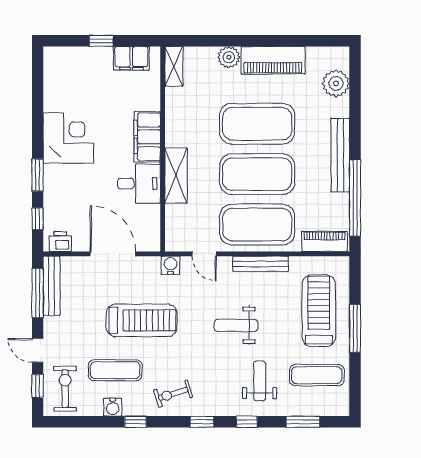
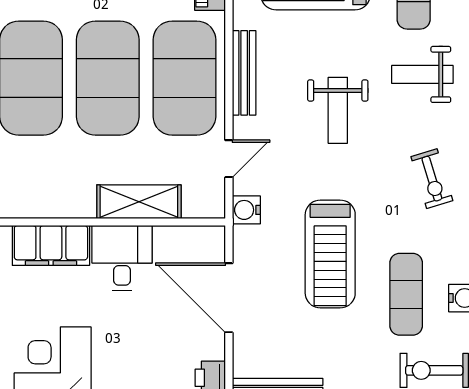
shelving: (176, 176) -> (139, 202), moved
door: (113, 254) -> (229, 298), hinge flipped
treadmill: (142, 320) -> (330, 254), turned 180
exercise bike: (173, 394) -> (432, 179), moved

